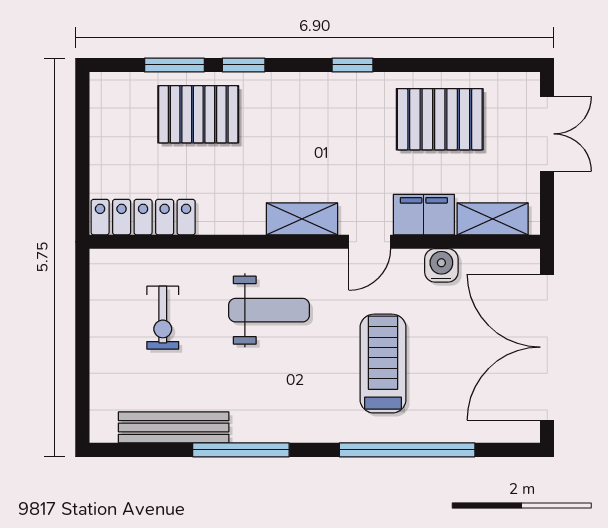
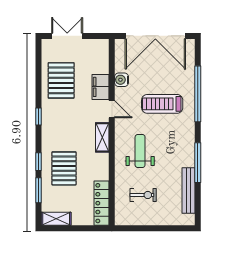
pallet: (198, 114) -> (64, 168), moved
shelving: (493, 219) -> (56, 219), moved, turned 90

